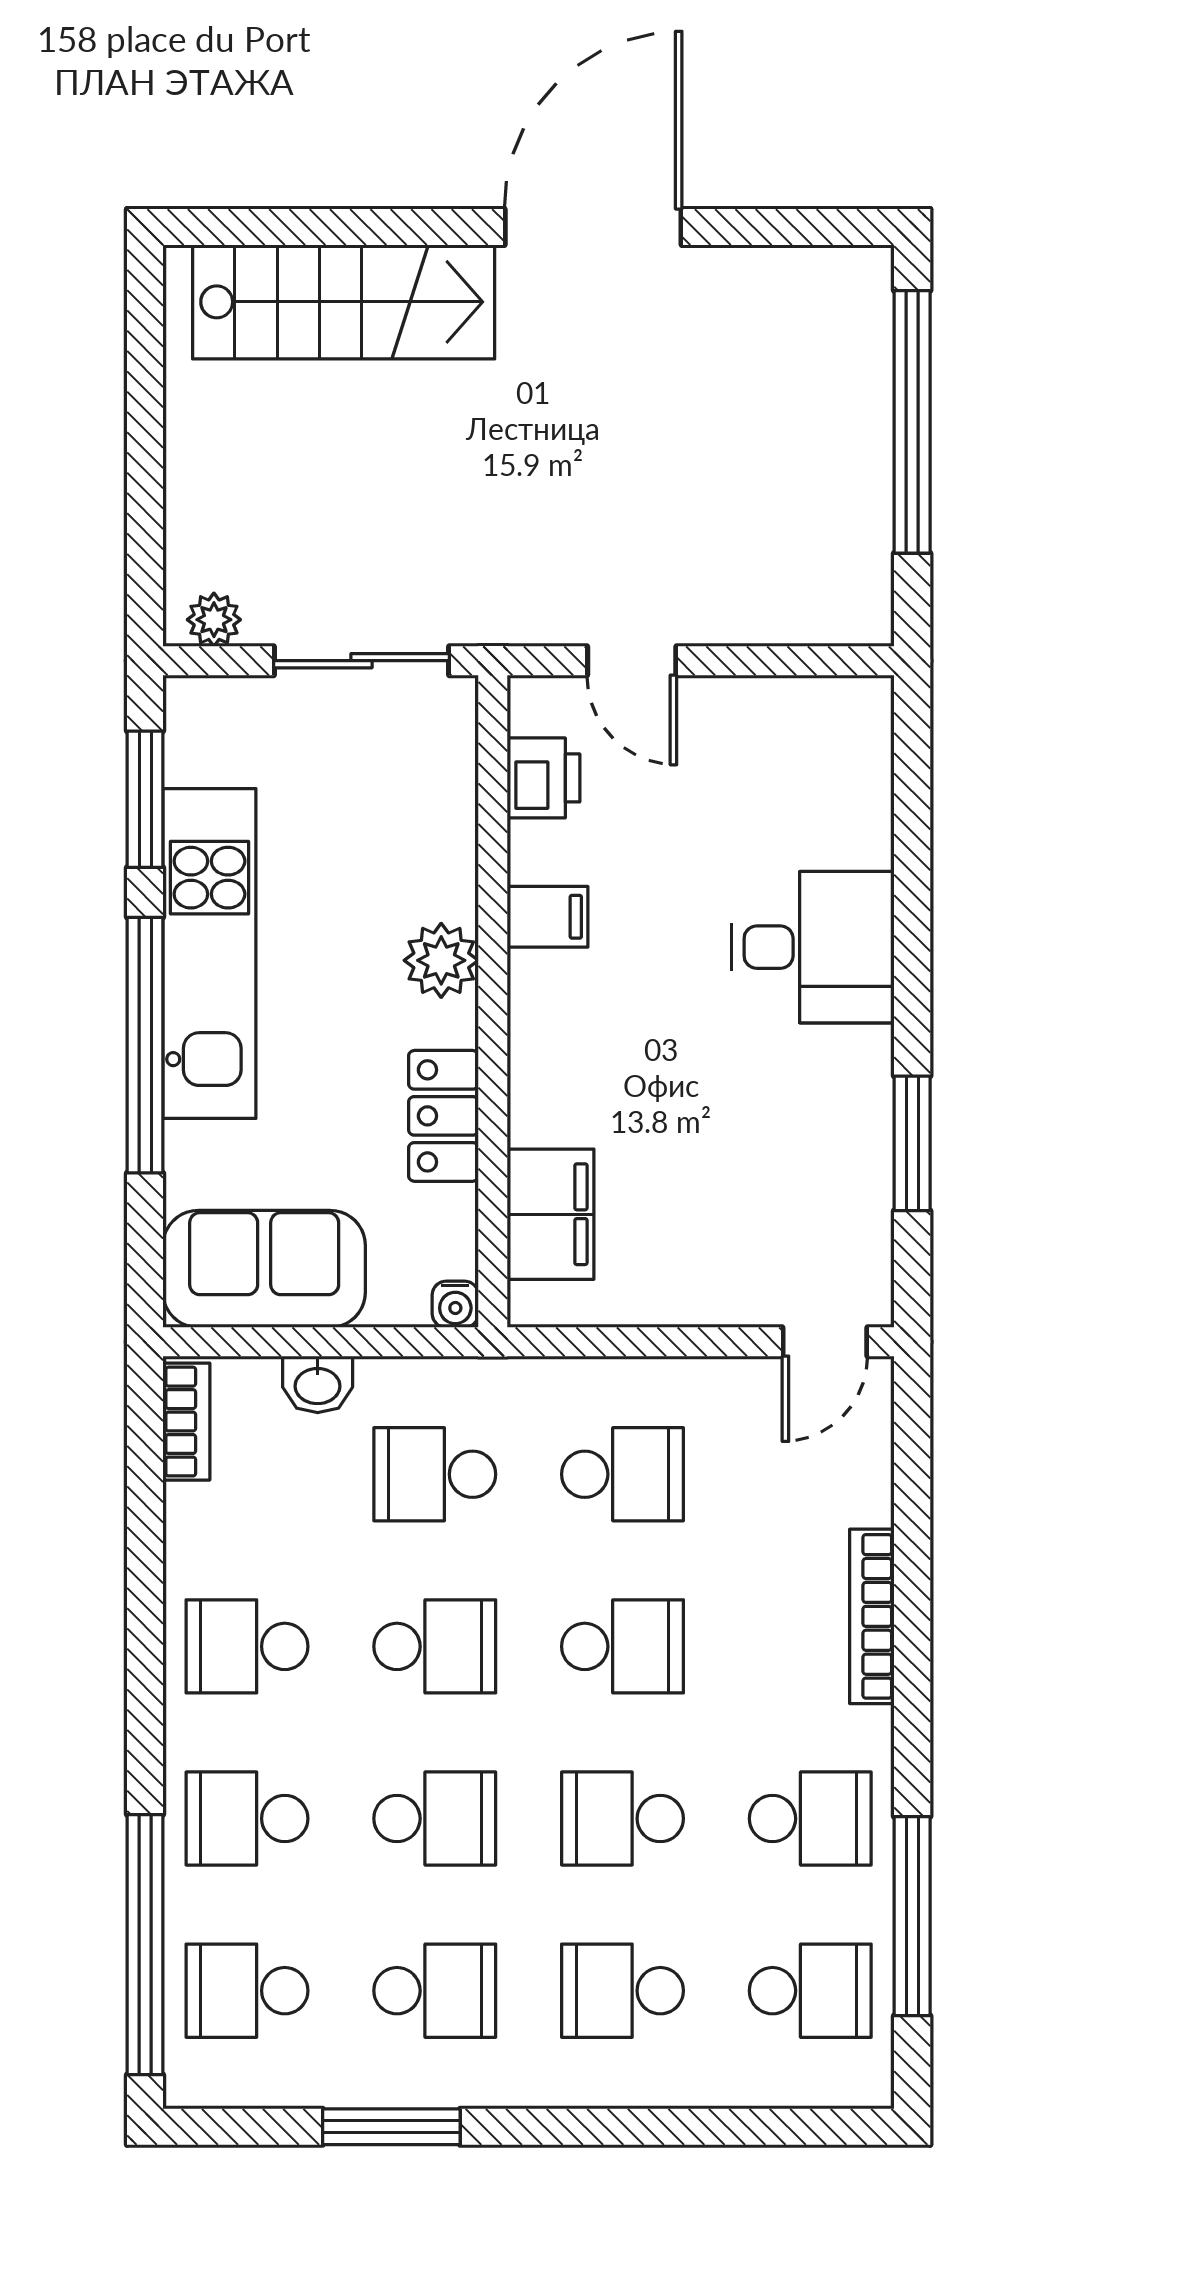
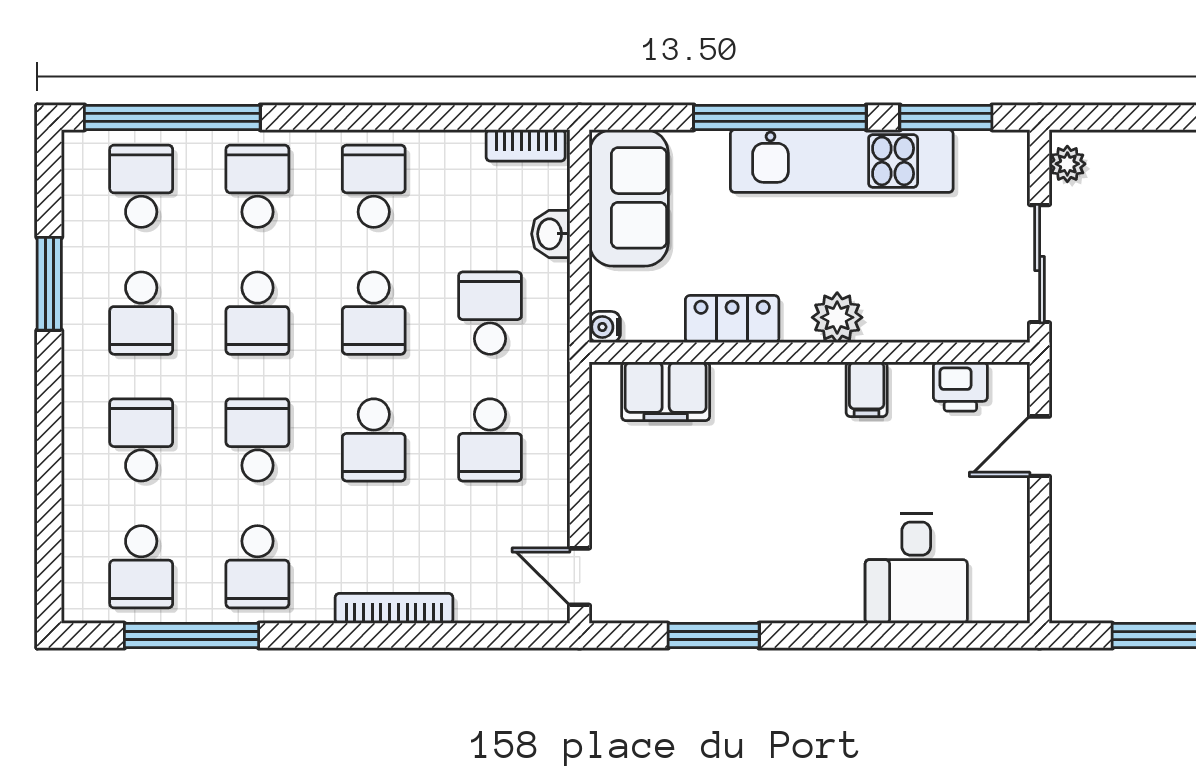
desk: (813, 947) -> (916, 568), moved

